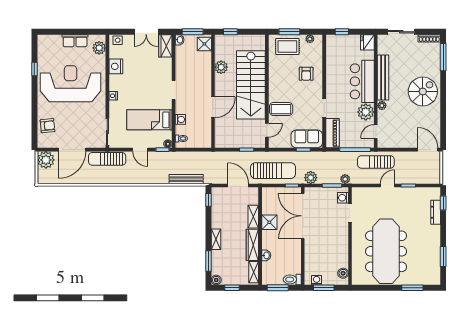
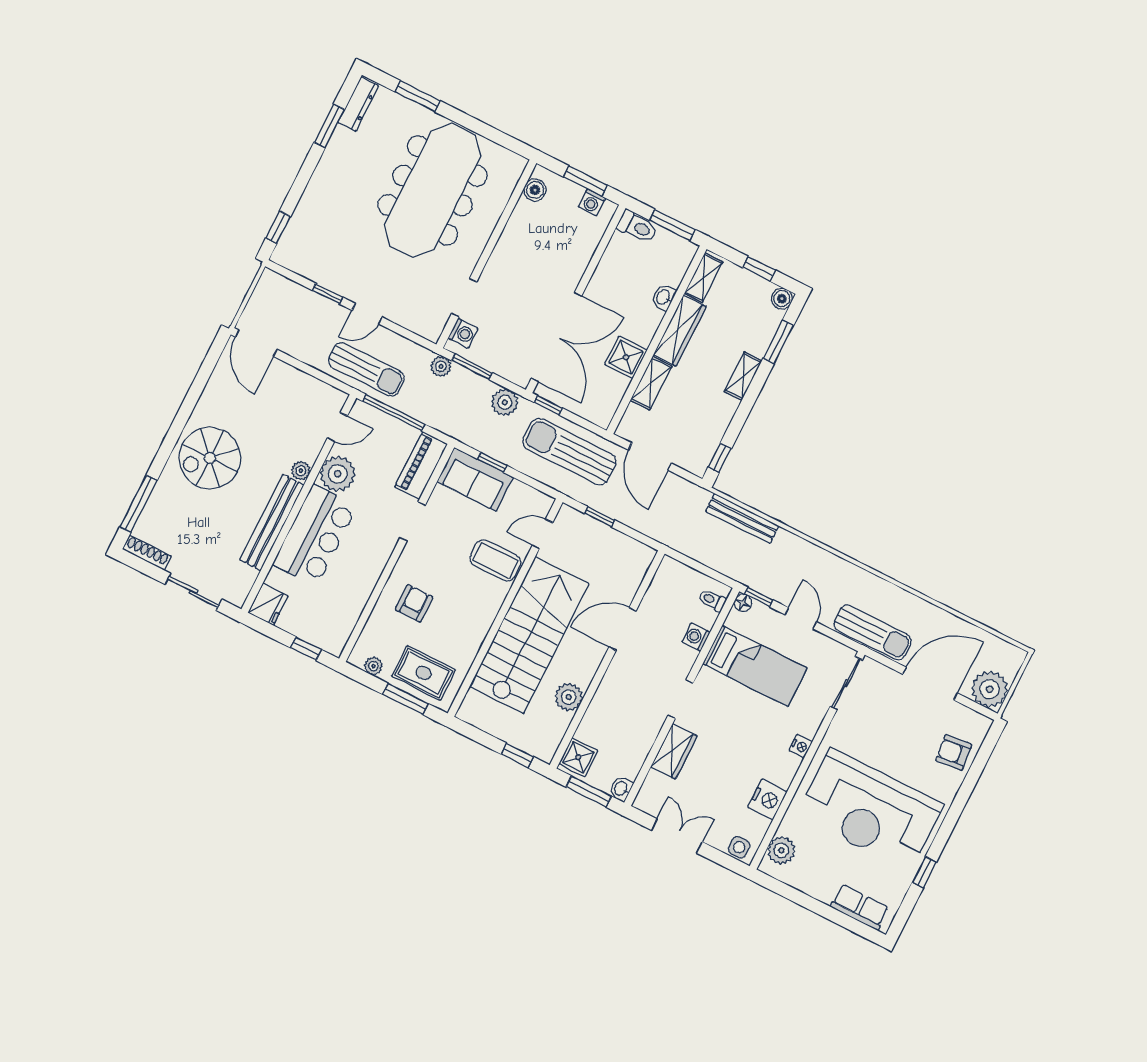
row of seats: (75, 41) -> (860, 907), moved
wardrobe: (165, 46) -> (674, 751), moved
dresser: (436, 212) -> (358, 104), moved

